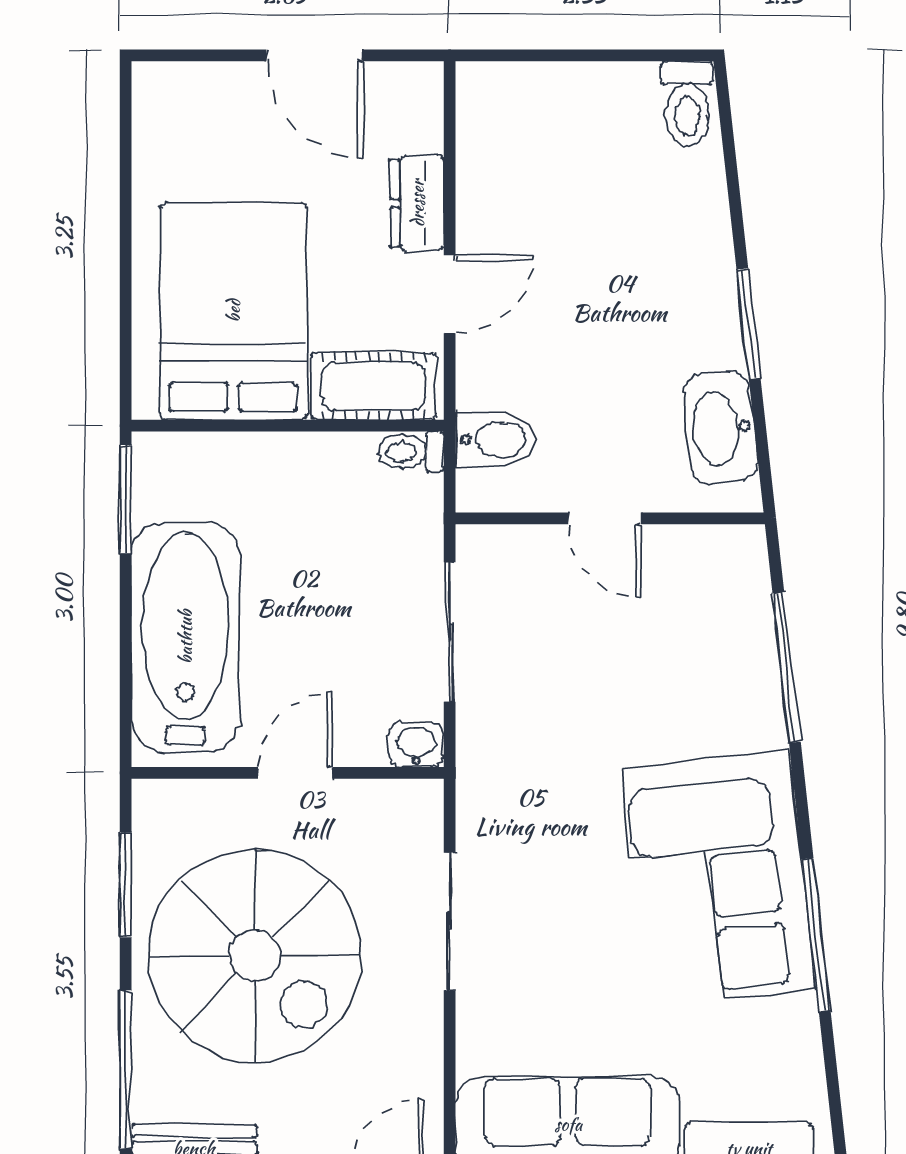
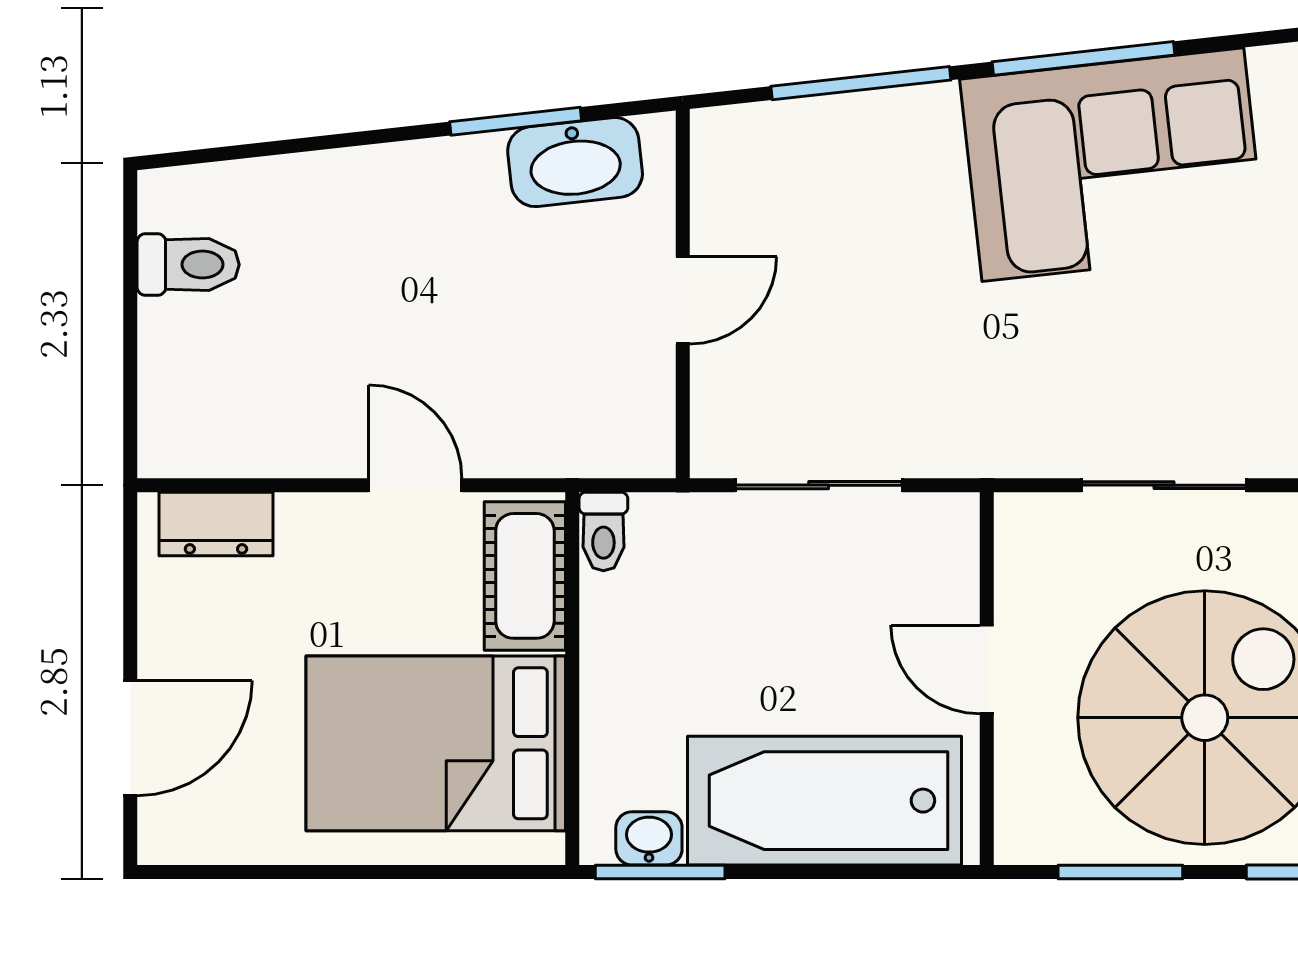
door: (315, 55) -> (130, 738), moved
toilet: (687, 104) -> (188, 265), moved
dresser: (417, 203) -> (216, 524), moved
window: (748, 324) -> (516, 121), moved
bidet: (496, 440) -> (589, 430), removed
washbasin: (416, 745) -> (649, 838), moved, turned 90
window: (816, 935) -> (1083, 58), moved

